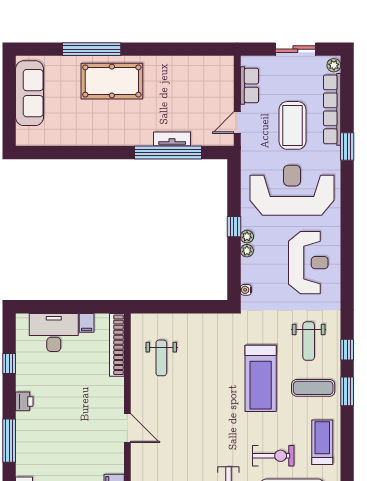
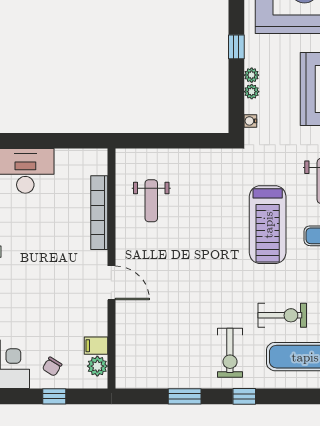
plant: (247, 237) -> (252, 92), moved
filing cabinet: (87, 323) -> (64, 160), removed
bookcase: (117, 345) -> (99, 213), moved

